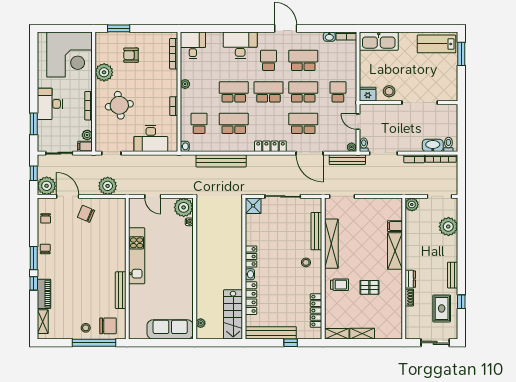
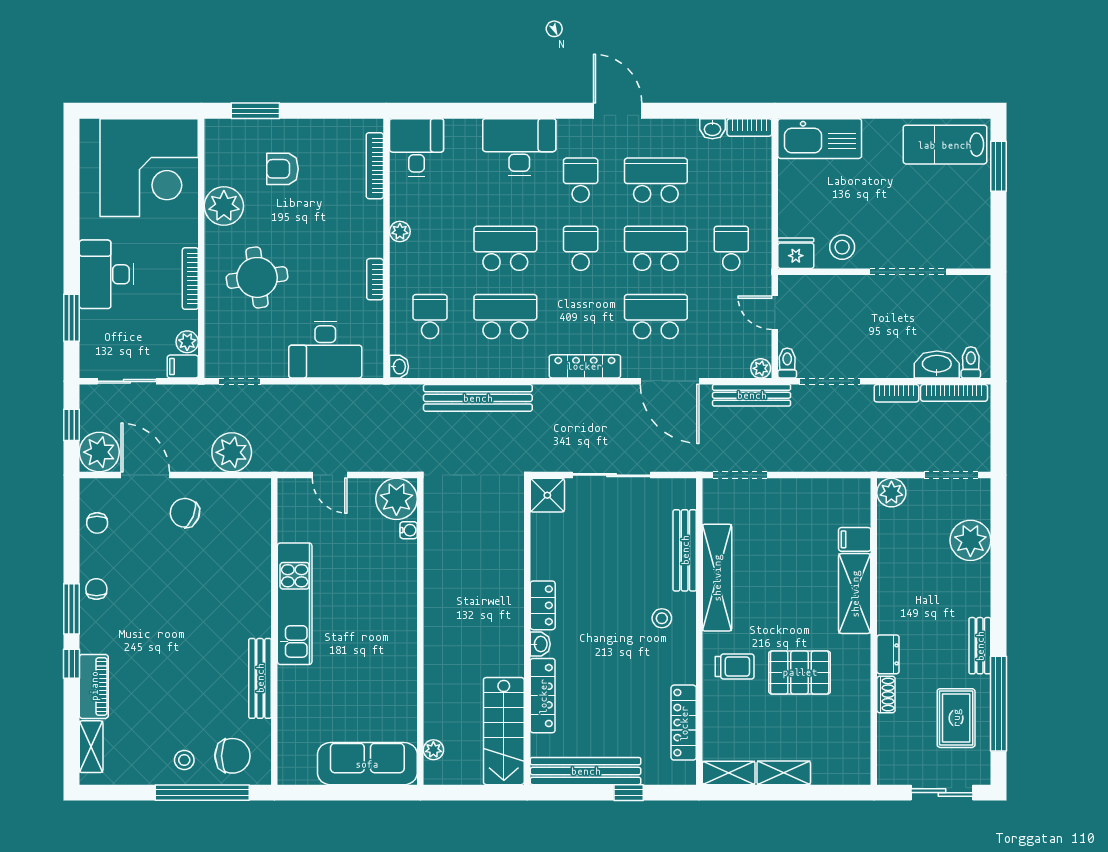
school desk: (269, 92) -> (581, 248), width x0.54
pallet: (369, 287) -> (800, 672), width x1.50, depth x1.42
window: (461, 302) -> (998, 704), width x3.17

